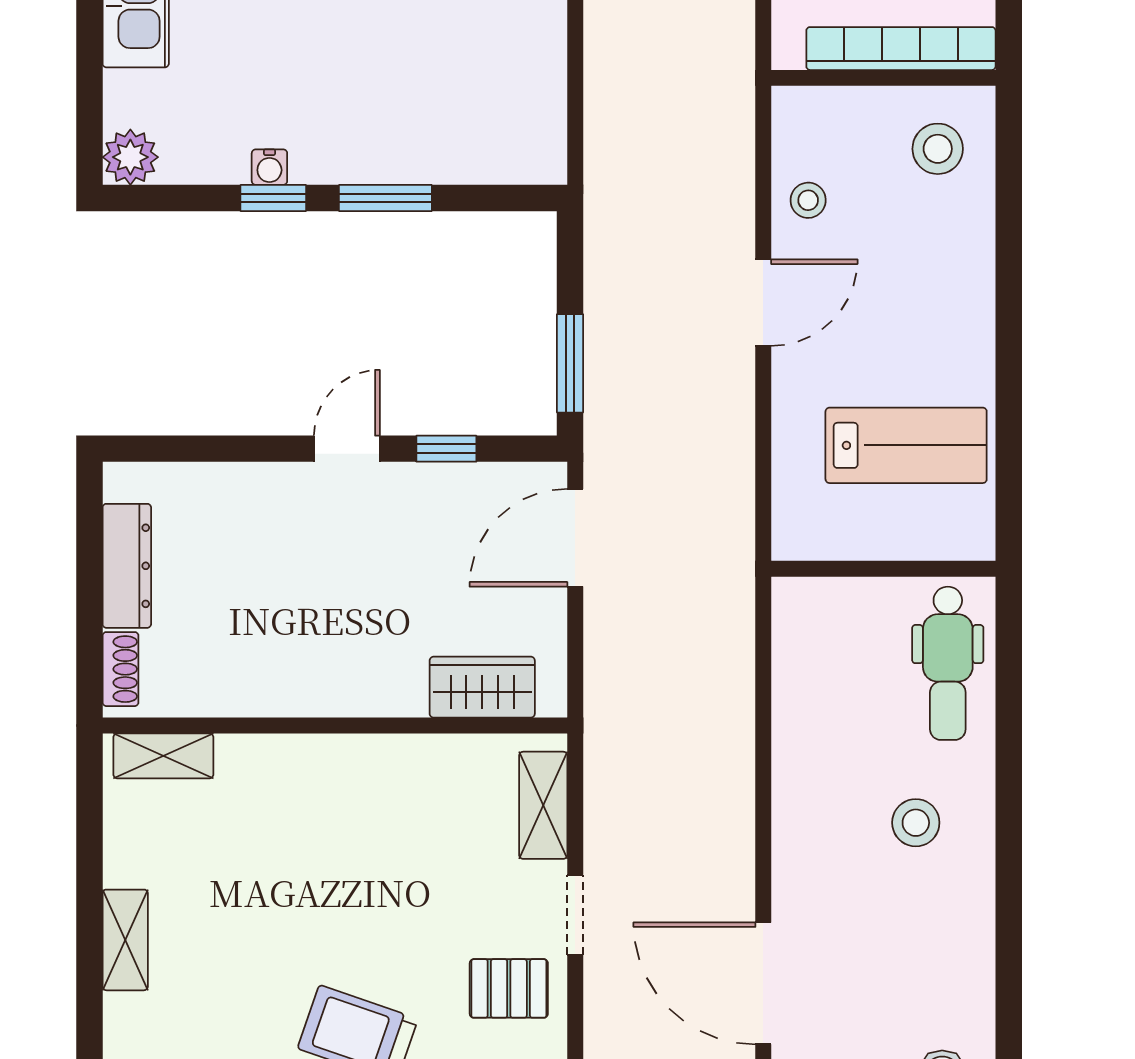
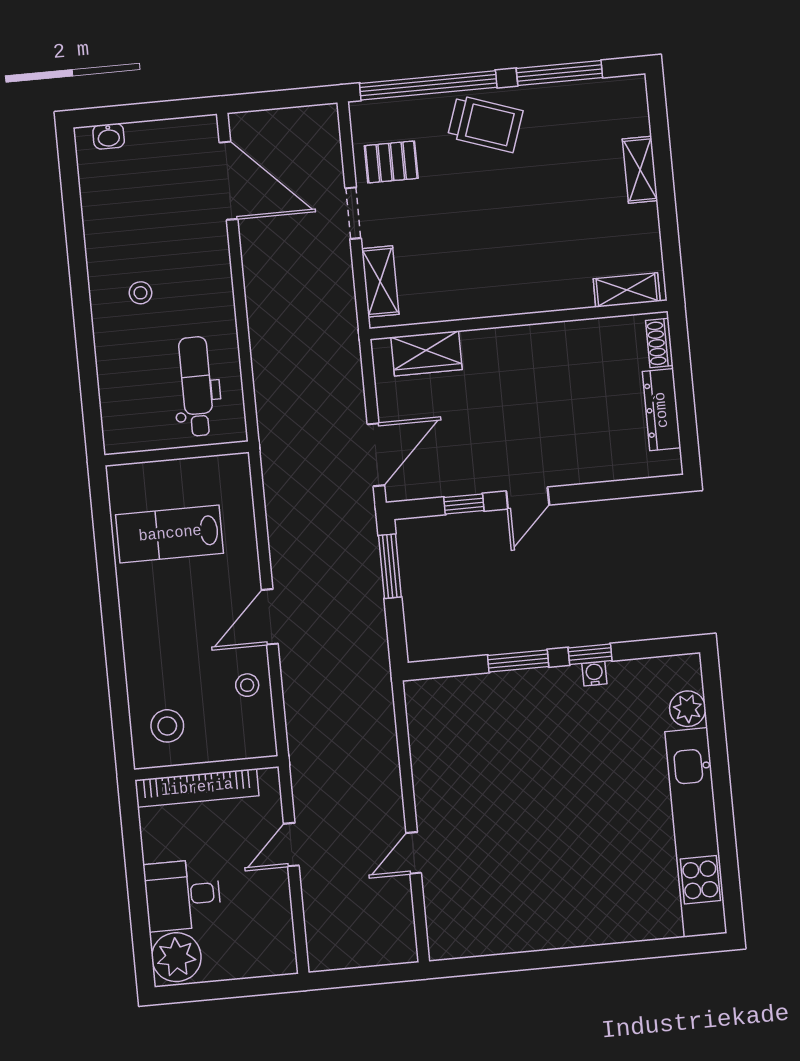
plant: (130, 157) -> (688, 709), moved
dental chair: (948, 663) -> (196, 386), moved
stool: (916, 823) -> (140, 293), width x0.73, depth x0.73

